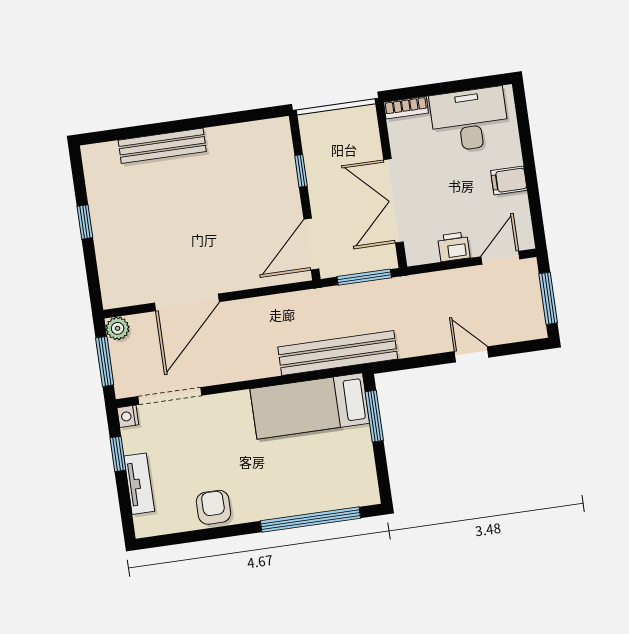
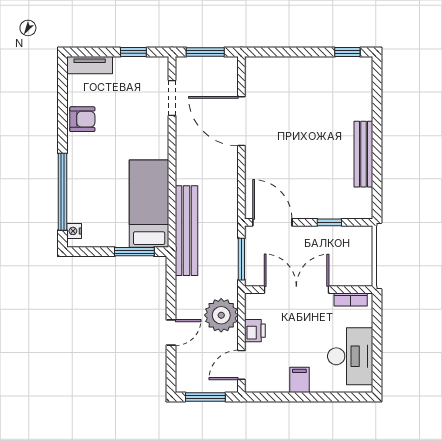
bookcase: (406, 108) -> (351, 299), moved, turned -90
bench: (162, 146) -> (363, 154), moved
window: (85, 222) -> (347, 52), moved
door: (500, 258) -> (241, 365), swing flipped
plant: (118, 328) -> (221, 315), moved, width x1.88, depth x1.88
doorway: (170, 396) -> (172, 98), width x0.73
nightstand: (128, 416) -> (74, 231), moved, turned -90
tv unit: (139, 484) -> (90, 65), moved

